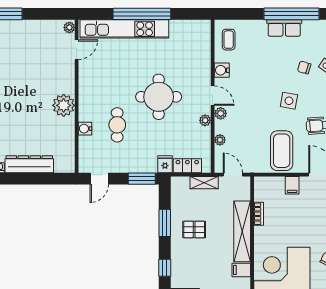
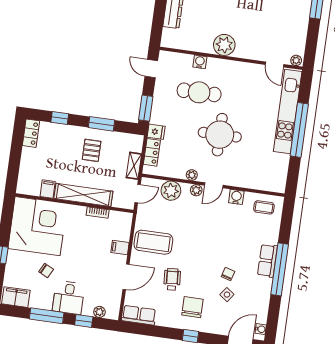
side table: (289, 101) -> (199, 256), removed
cafe table: (117, 125) -> (199, 92), width x1.37, depth x1.35
plant: (220, 140) -> (171, 191), width x1.88, depth x1.88

